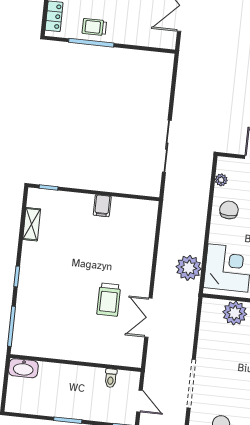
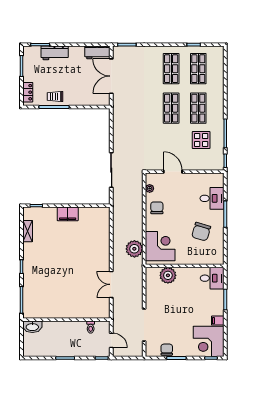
filing cabinet: (102, 206) -> (68, 214), width x2.00
trolley: (109, 300) -> (84, 275), removed

